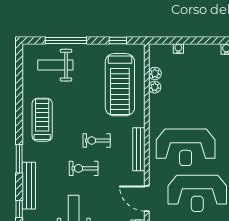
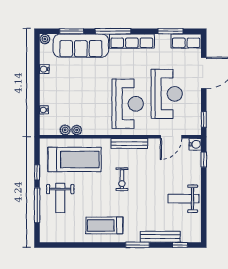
window: (118, 40) -> (37, 172), moved
weight bench: (55, 65) -> (60, 198), moved
exercise bike: (84, 168) -> (146, 190), removed

